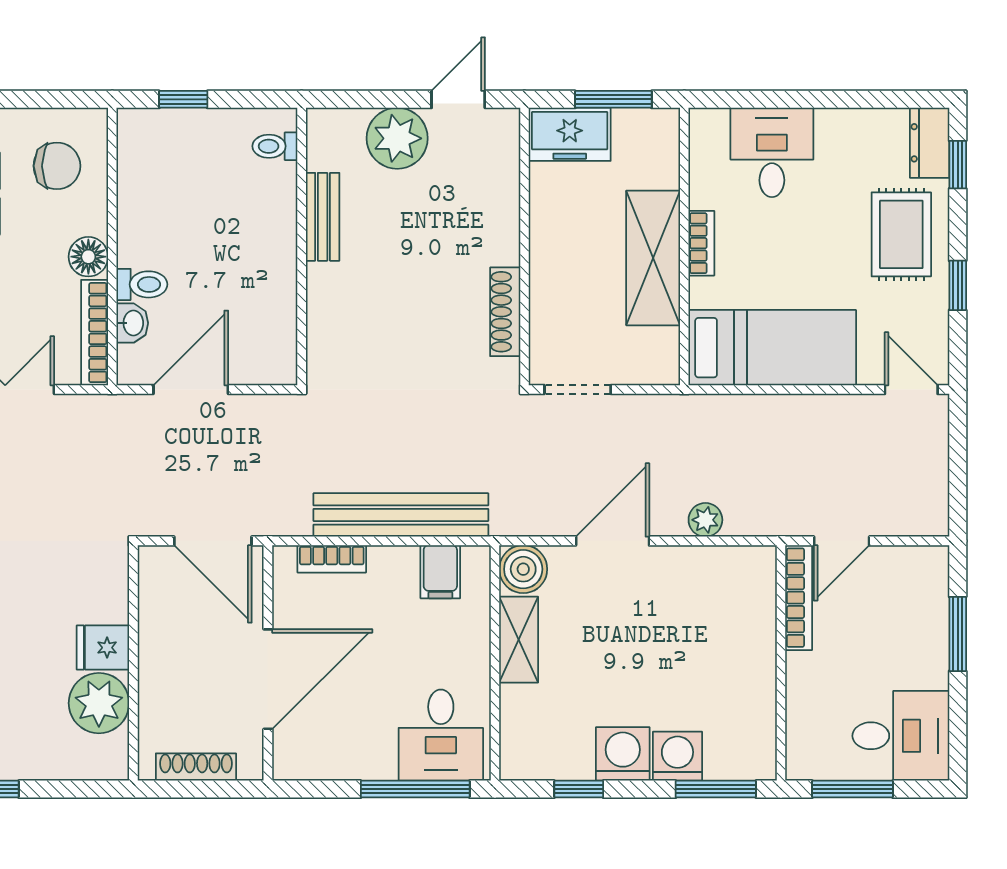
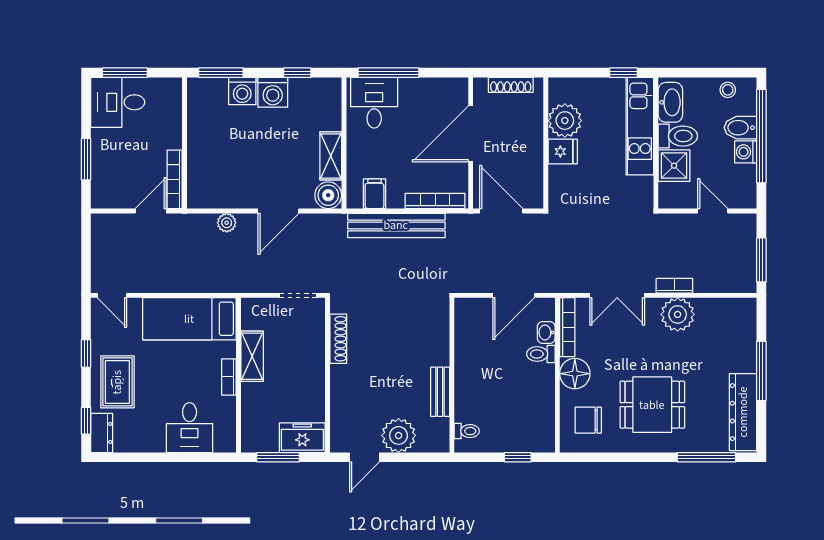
floor lamp: (88, 257) -> (575, 374), width x1.38, depth x1.38
shelving: (653, 258) -> (252, 356), width x0.67, depth x0.75
bookcase: (332, 559) -> (435, 201), width x1.56
window: (852, 789) -> (125, 73), moved

